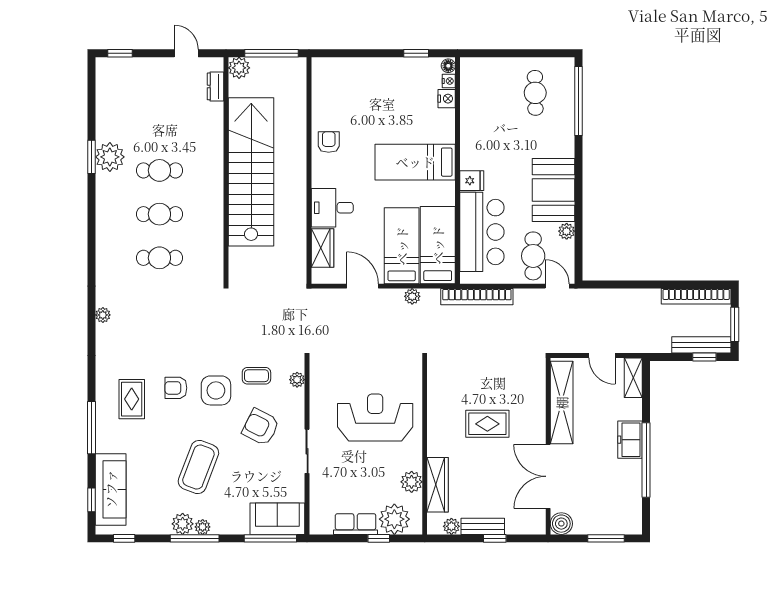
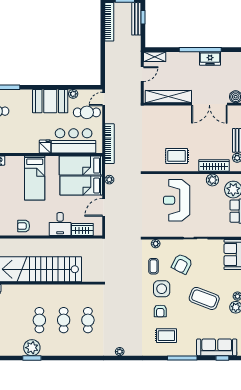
rug: (487, 424) -> (177, 156), moved, turned 90
freezer: (630, 440) -> (210, 59), moved

